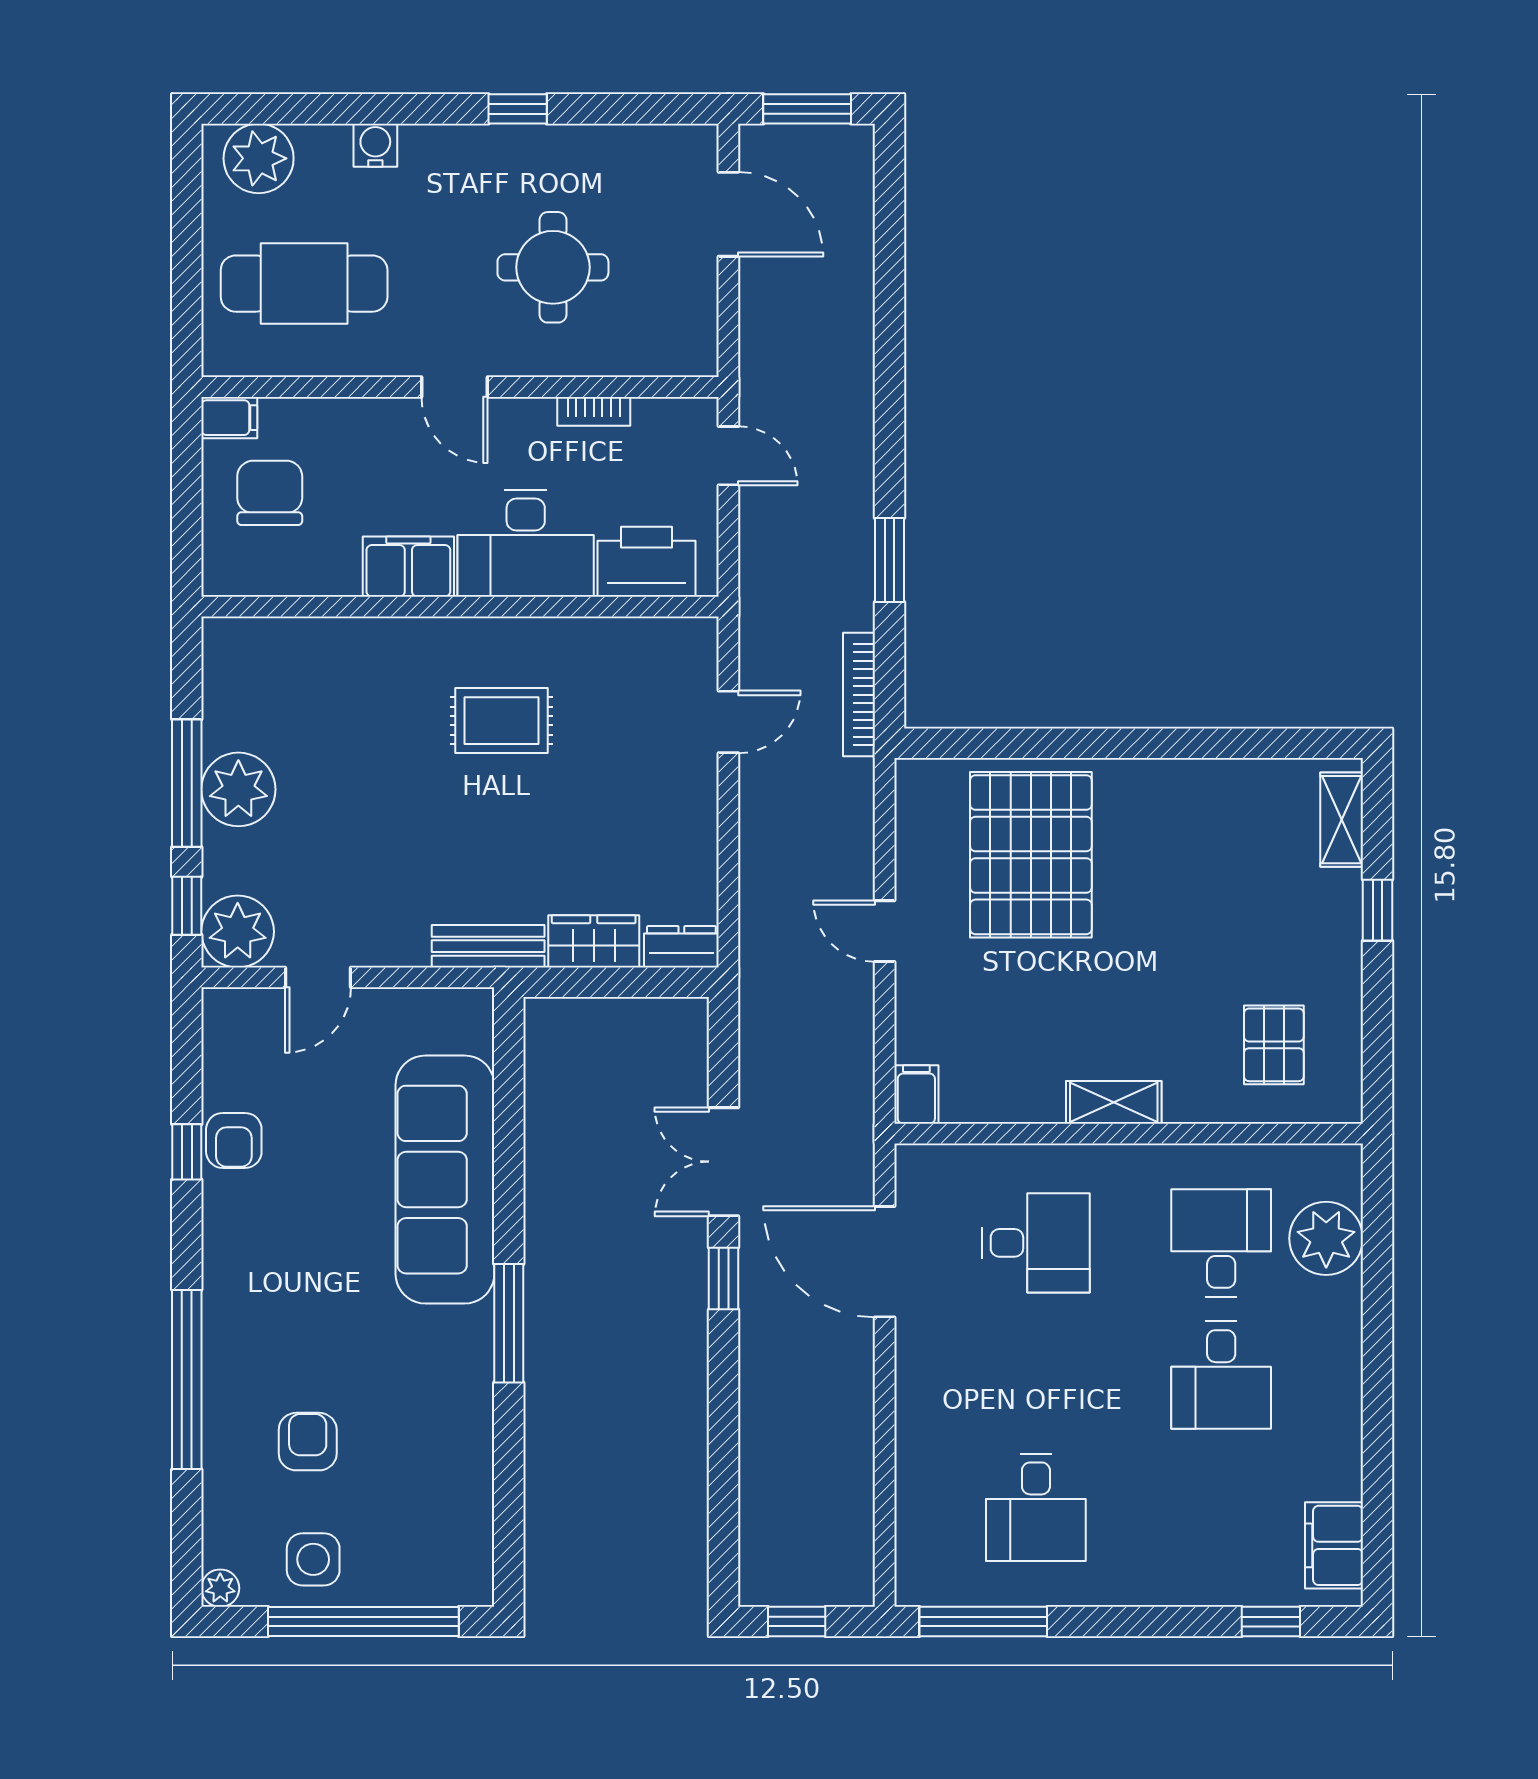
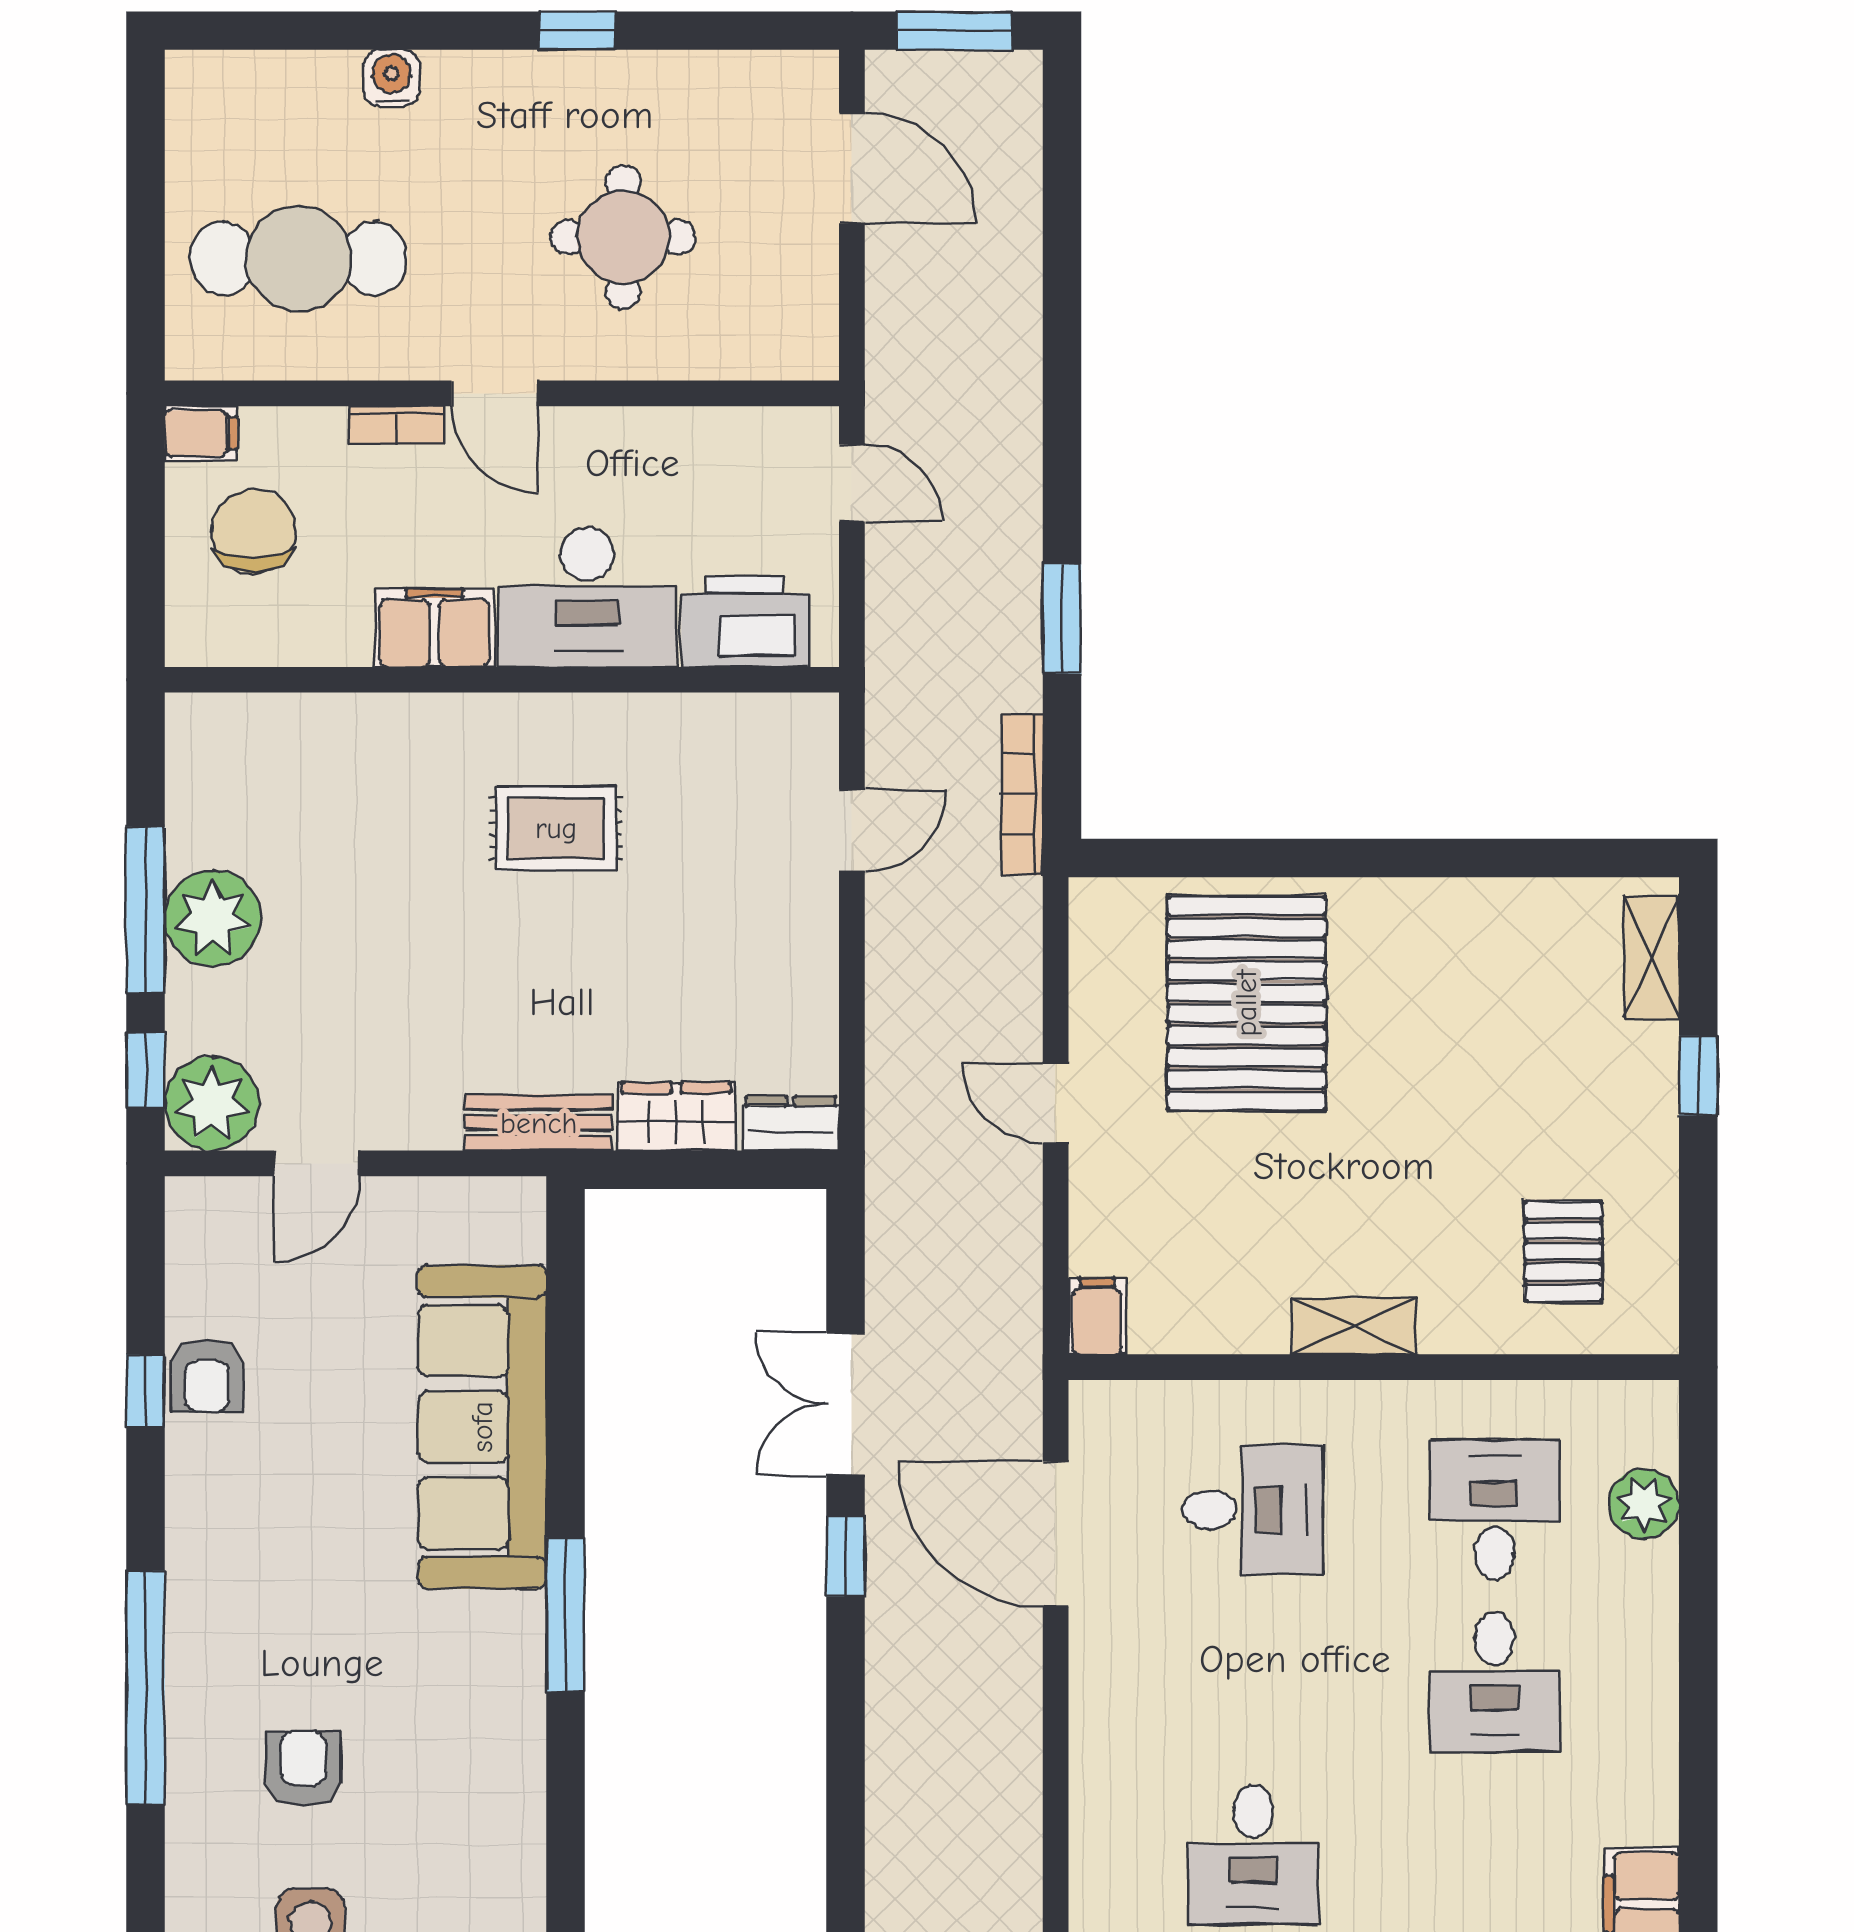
plant: (259, 158) -> (239, 95), removed
bookcase: (594, 411) -> (396, 425), moved
plant: (1326, 1238) -> (1644, 1504), width x0.73, depth x0.73

